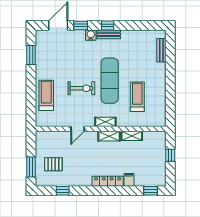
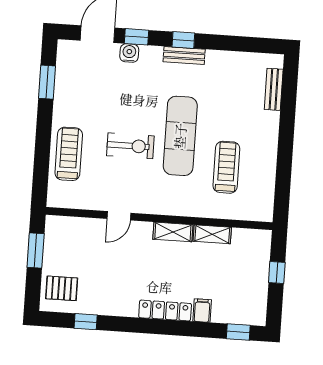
water cooler: (91, 35) -> (129, 53), moved
shelving: (105, 122) -> (168, 207), removed
pallet: (53, 164) -> (62, 288), moved
window: (31, 167) -> (36, 251), moved

